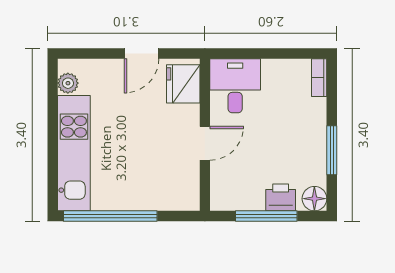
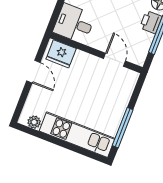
door: (205, 143) -> (115, 60), moved
window: (110, 216) -> (123, 128), width x0.68

